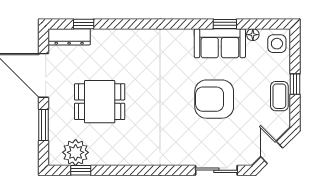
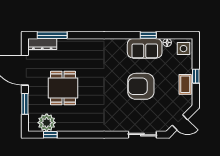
window: (84, 24) -> (52, 35), width x2.17
dining table: (100, 102) -> (63, 88), turned 90
door: (272, 152) -> (180, 122), swing flipped

